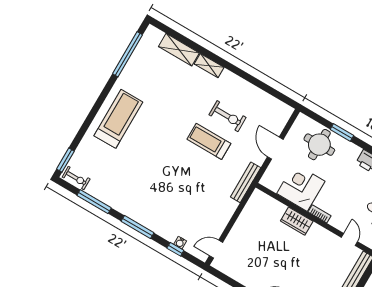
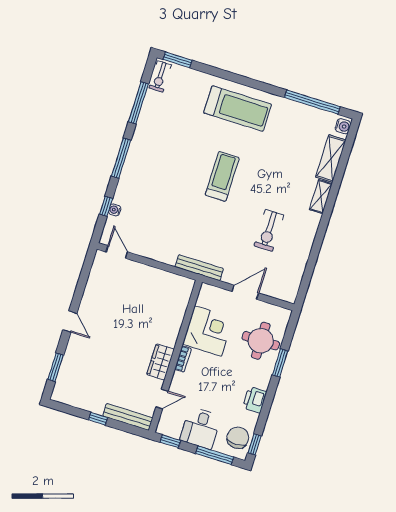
water cooler: (154, 33) -> (343, 126), added
treadmill: (209, 141) -> (222, 176), moved
wardrobe: (297, 221) -> (160, 362), moved

